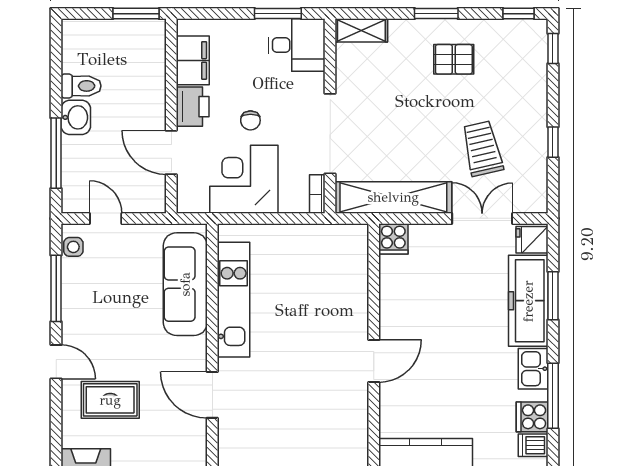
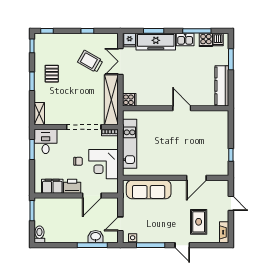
toilet: (81, 86) -> (39, 234), moved
washbasin: (76, 117) -> (96, 237), moved
trolley: (482, 149) -> (90, 61), turned 43
kitchen unit: (234, 300) -> (130, 144), moved, turned 90
door: (56, 362) -> (182, 245), swing flipped

